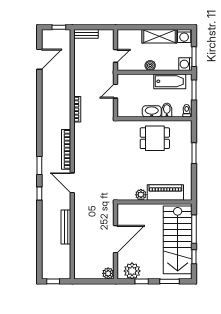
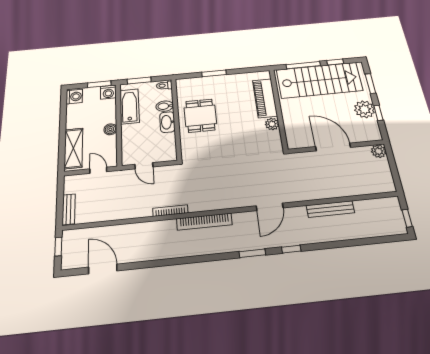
shelving: (159, 36) -> (73, 148), moved
bookcase: (66, 149) -> (204, 222), moved
plant: (132, 271) -> (364, 109), moved

